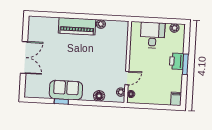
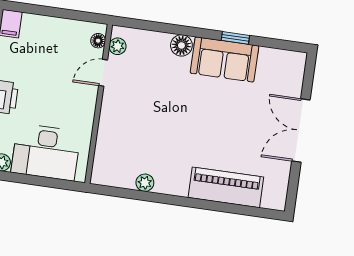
piano: (77, 26) -> (226, 187), moved
desk: (152, 35) -> (46, 152), width x1.37
floor lamp: (99, 96) -> (181, 45), moved

